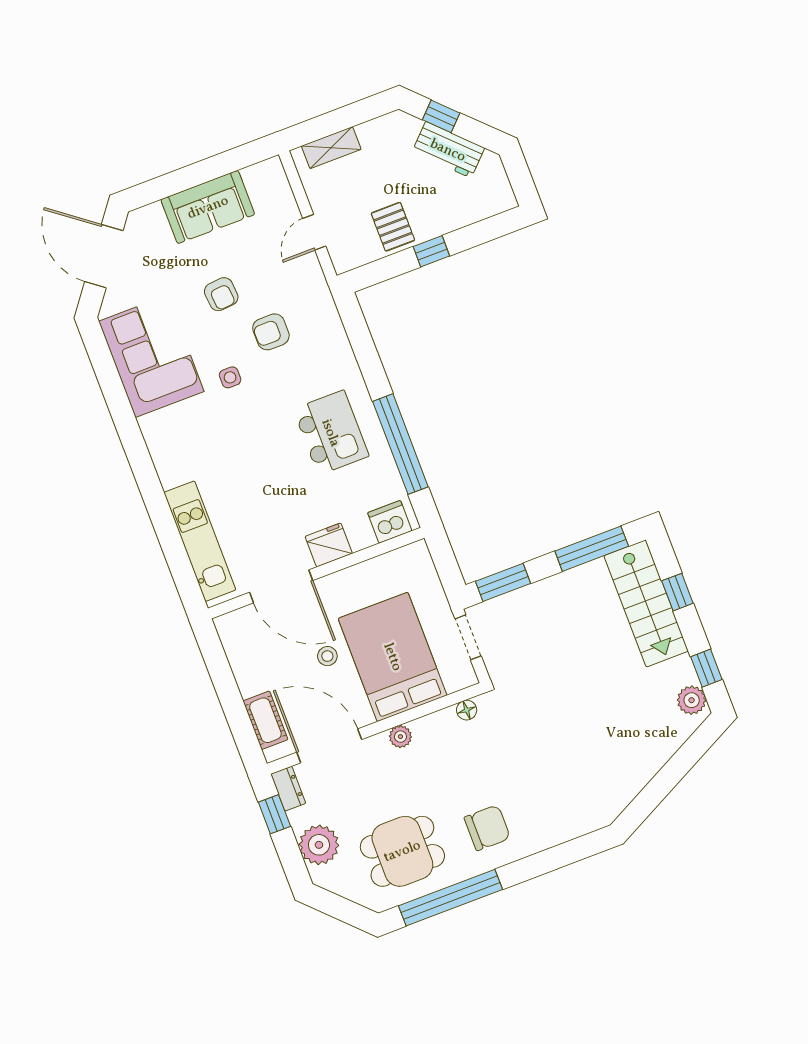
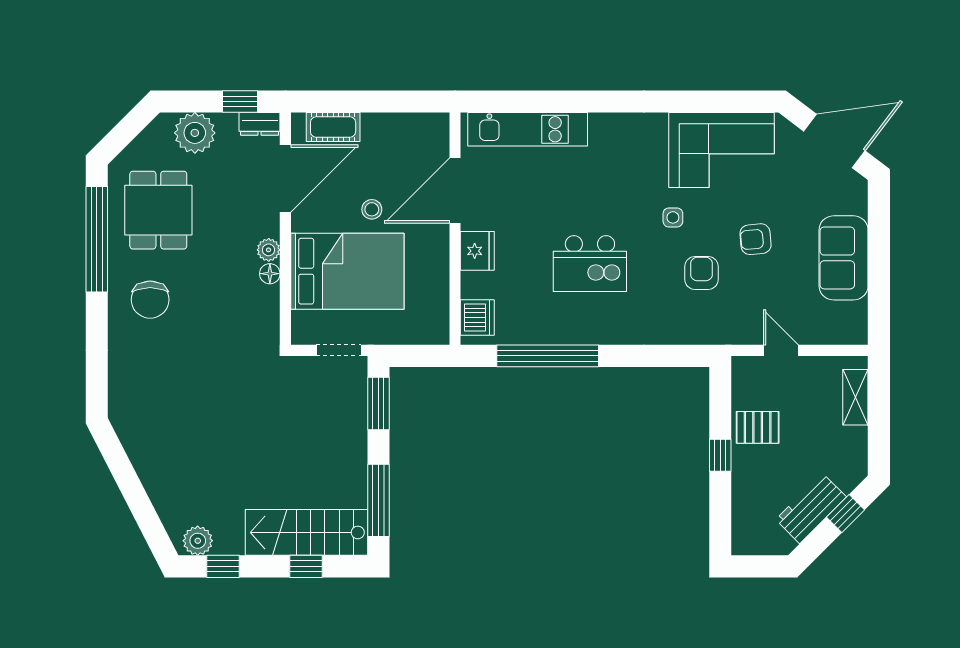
kitchen island: (331, 433) -> (590, 264), moved
floor lamp: (467, 710) -> (270, 274), moved

